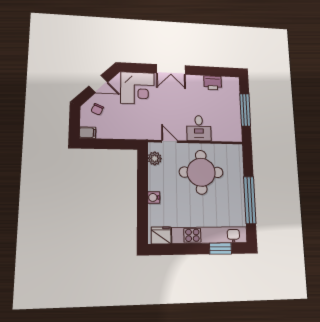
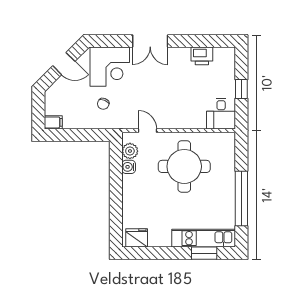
chair: (97, 109) -> (103, 104), moved
window: (245, 110) -> (241, 89), width x0.46
desk: (199, 128) -> (221, 114), moved
water cooler: (154, 197) -> (129, 167), moved
kitchen unit: (210, 235) -> (204, 238), width x0.73

